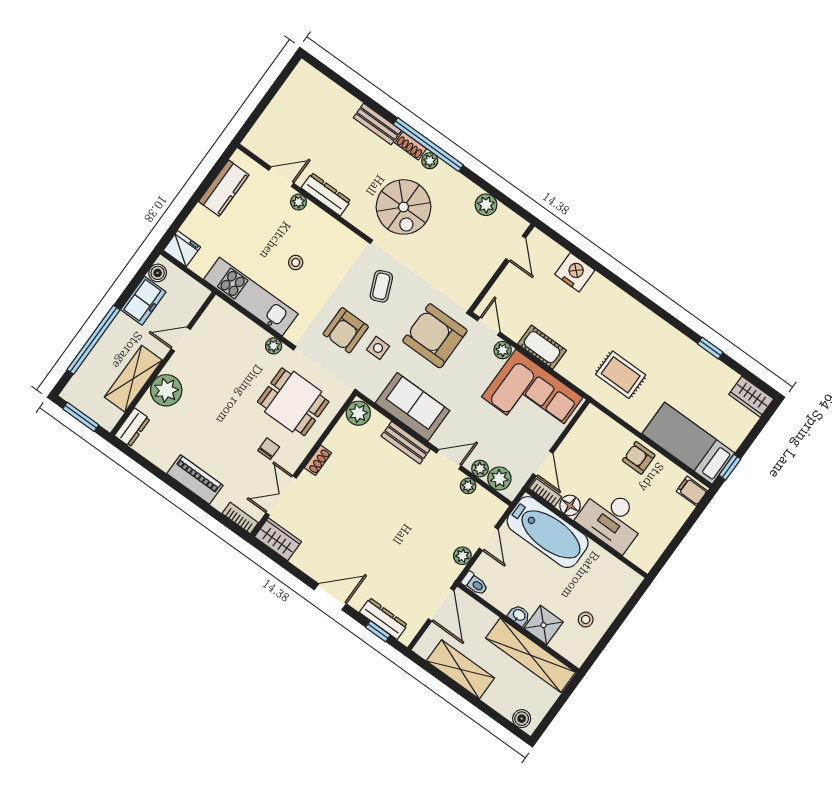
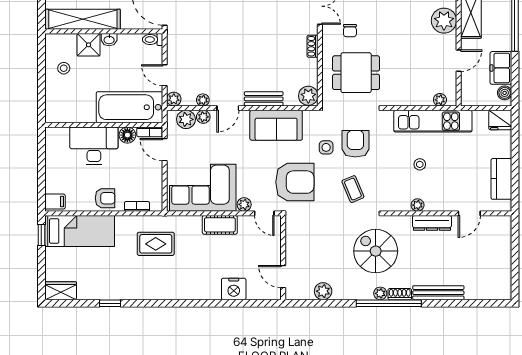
bench: (377, 124) -> (438, 293), width x1.36
plant: (299, 202) -> (418, 205), moved
plant: (274, 346) -> (440, 100), moved
bookcase: (612, 426) -> (137, 206), added
plant: (462, 556) -> (174, 99), moved

